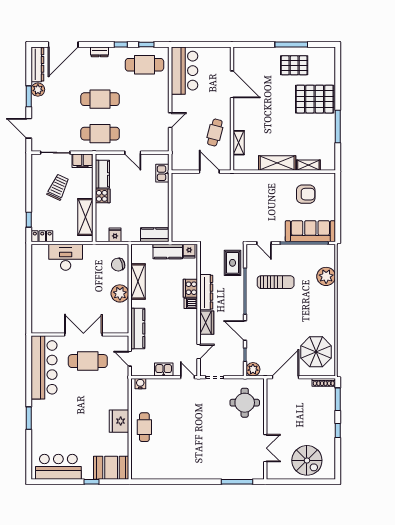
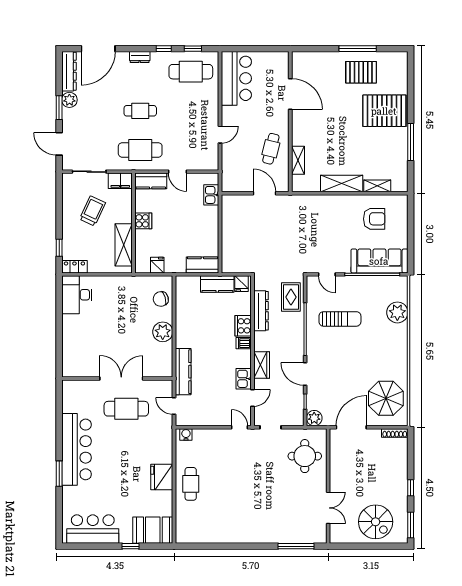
cafe table: (100, 99) -> (140, 111), width x0.73, depth x0.74
kitchen counter: (102, 174) -> (151, 181), moved, turned 90
desk: (66, 257) -> (77, 295), moved, turned -90
shelving: (138, 281) -> (183, 318), removed
dresser: (206, 292) -> (261, 311), moved
bar counter: (44, 367) -> (76, 449), moved
kitchen sink: (164, 369) -> (244, 379), moved, turned -90
window: (338, 399) -> (411, 525), moved

